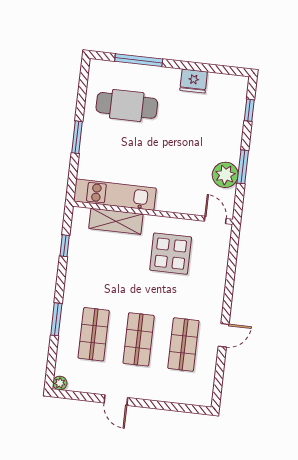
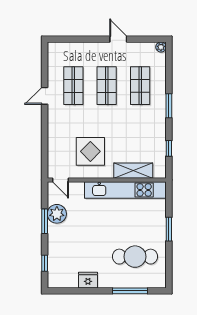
kitchen unit: (115, 195) -> (125, 190), width x1.36
window: (56, 319) -> (169, 106), moved

